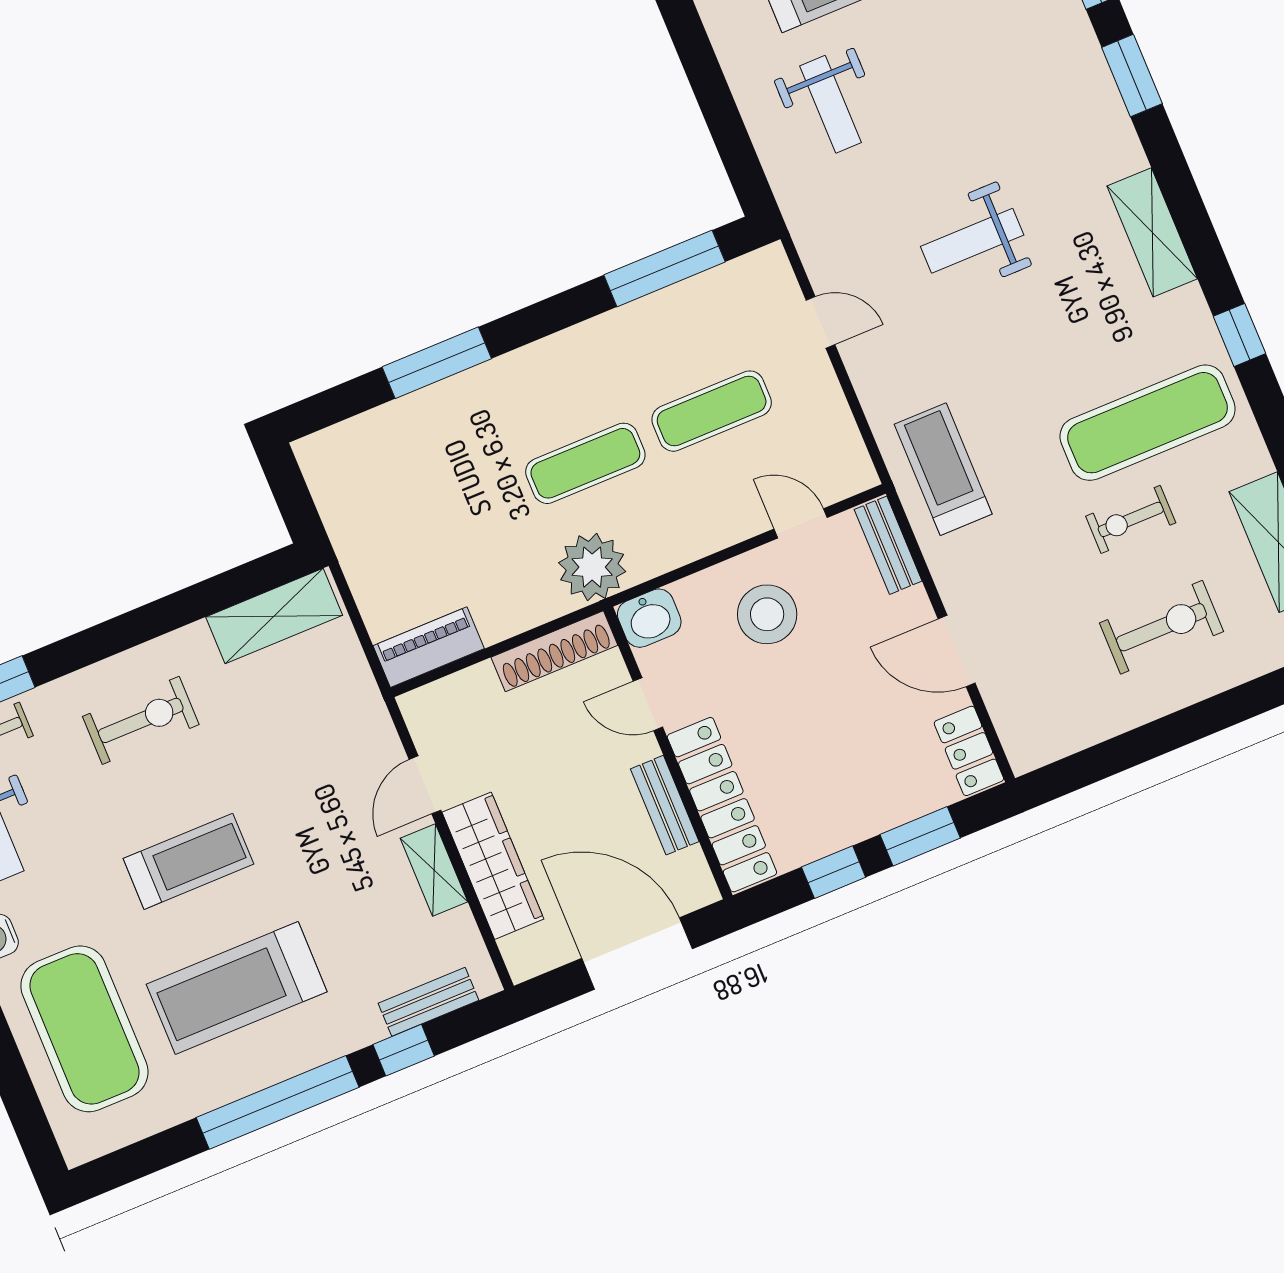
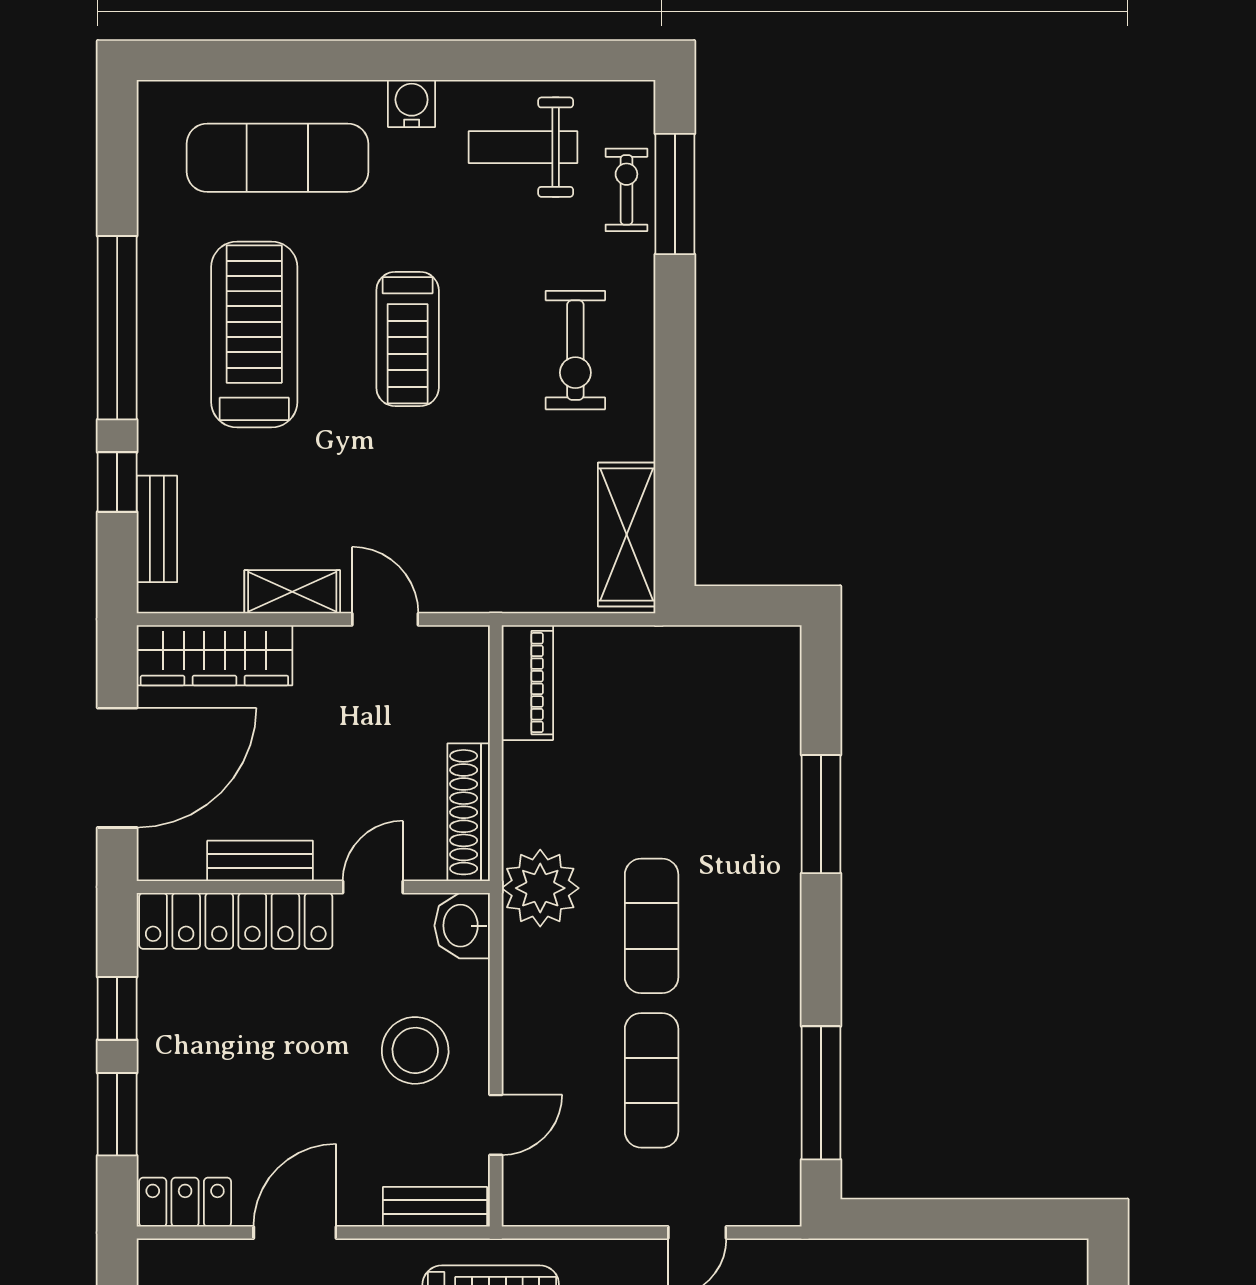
wardrobe: (493, 866) -> (214, 655), moved
exercise mat: (84, 1029) -> (277, 158), width x0.68

